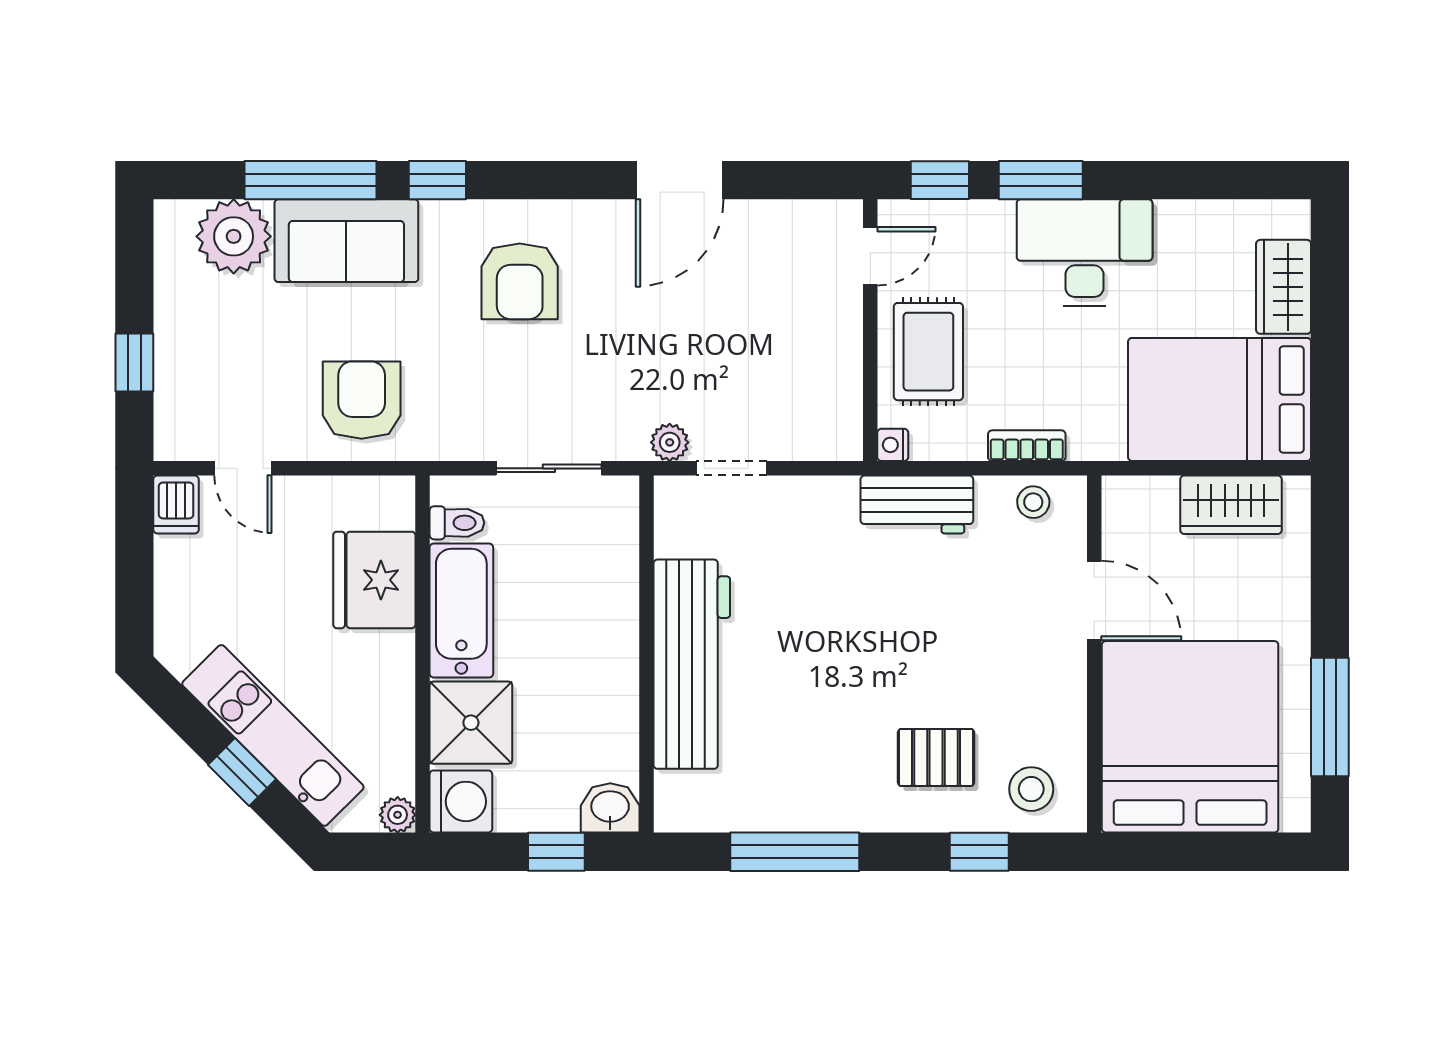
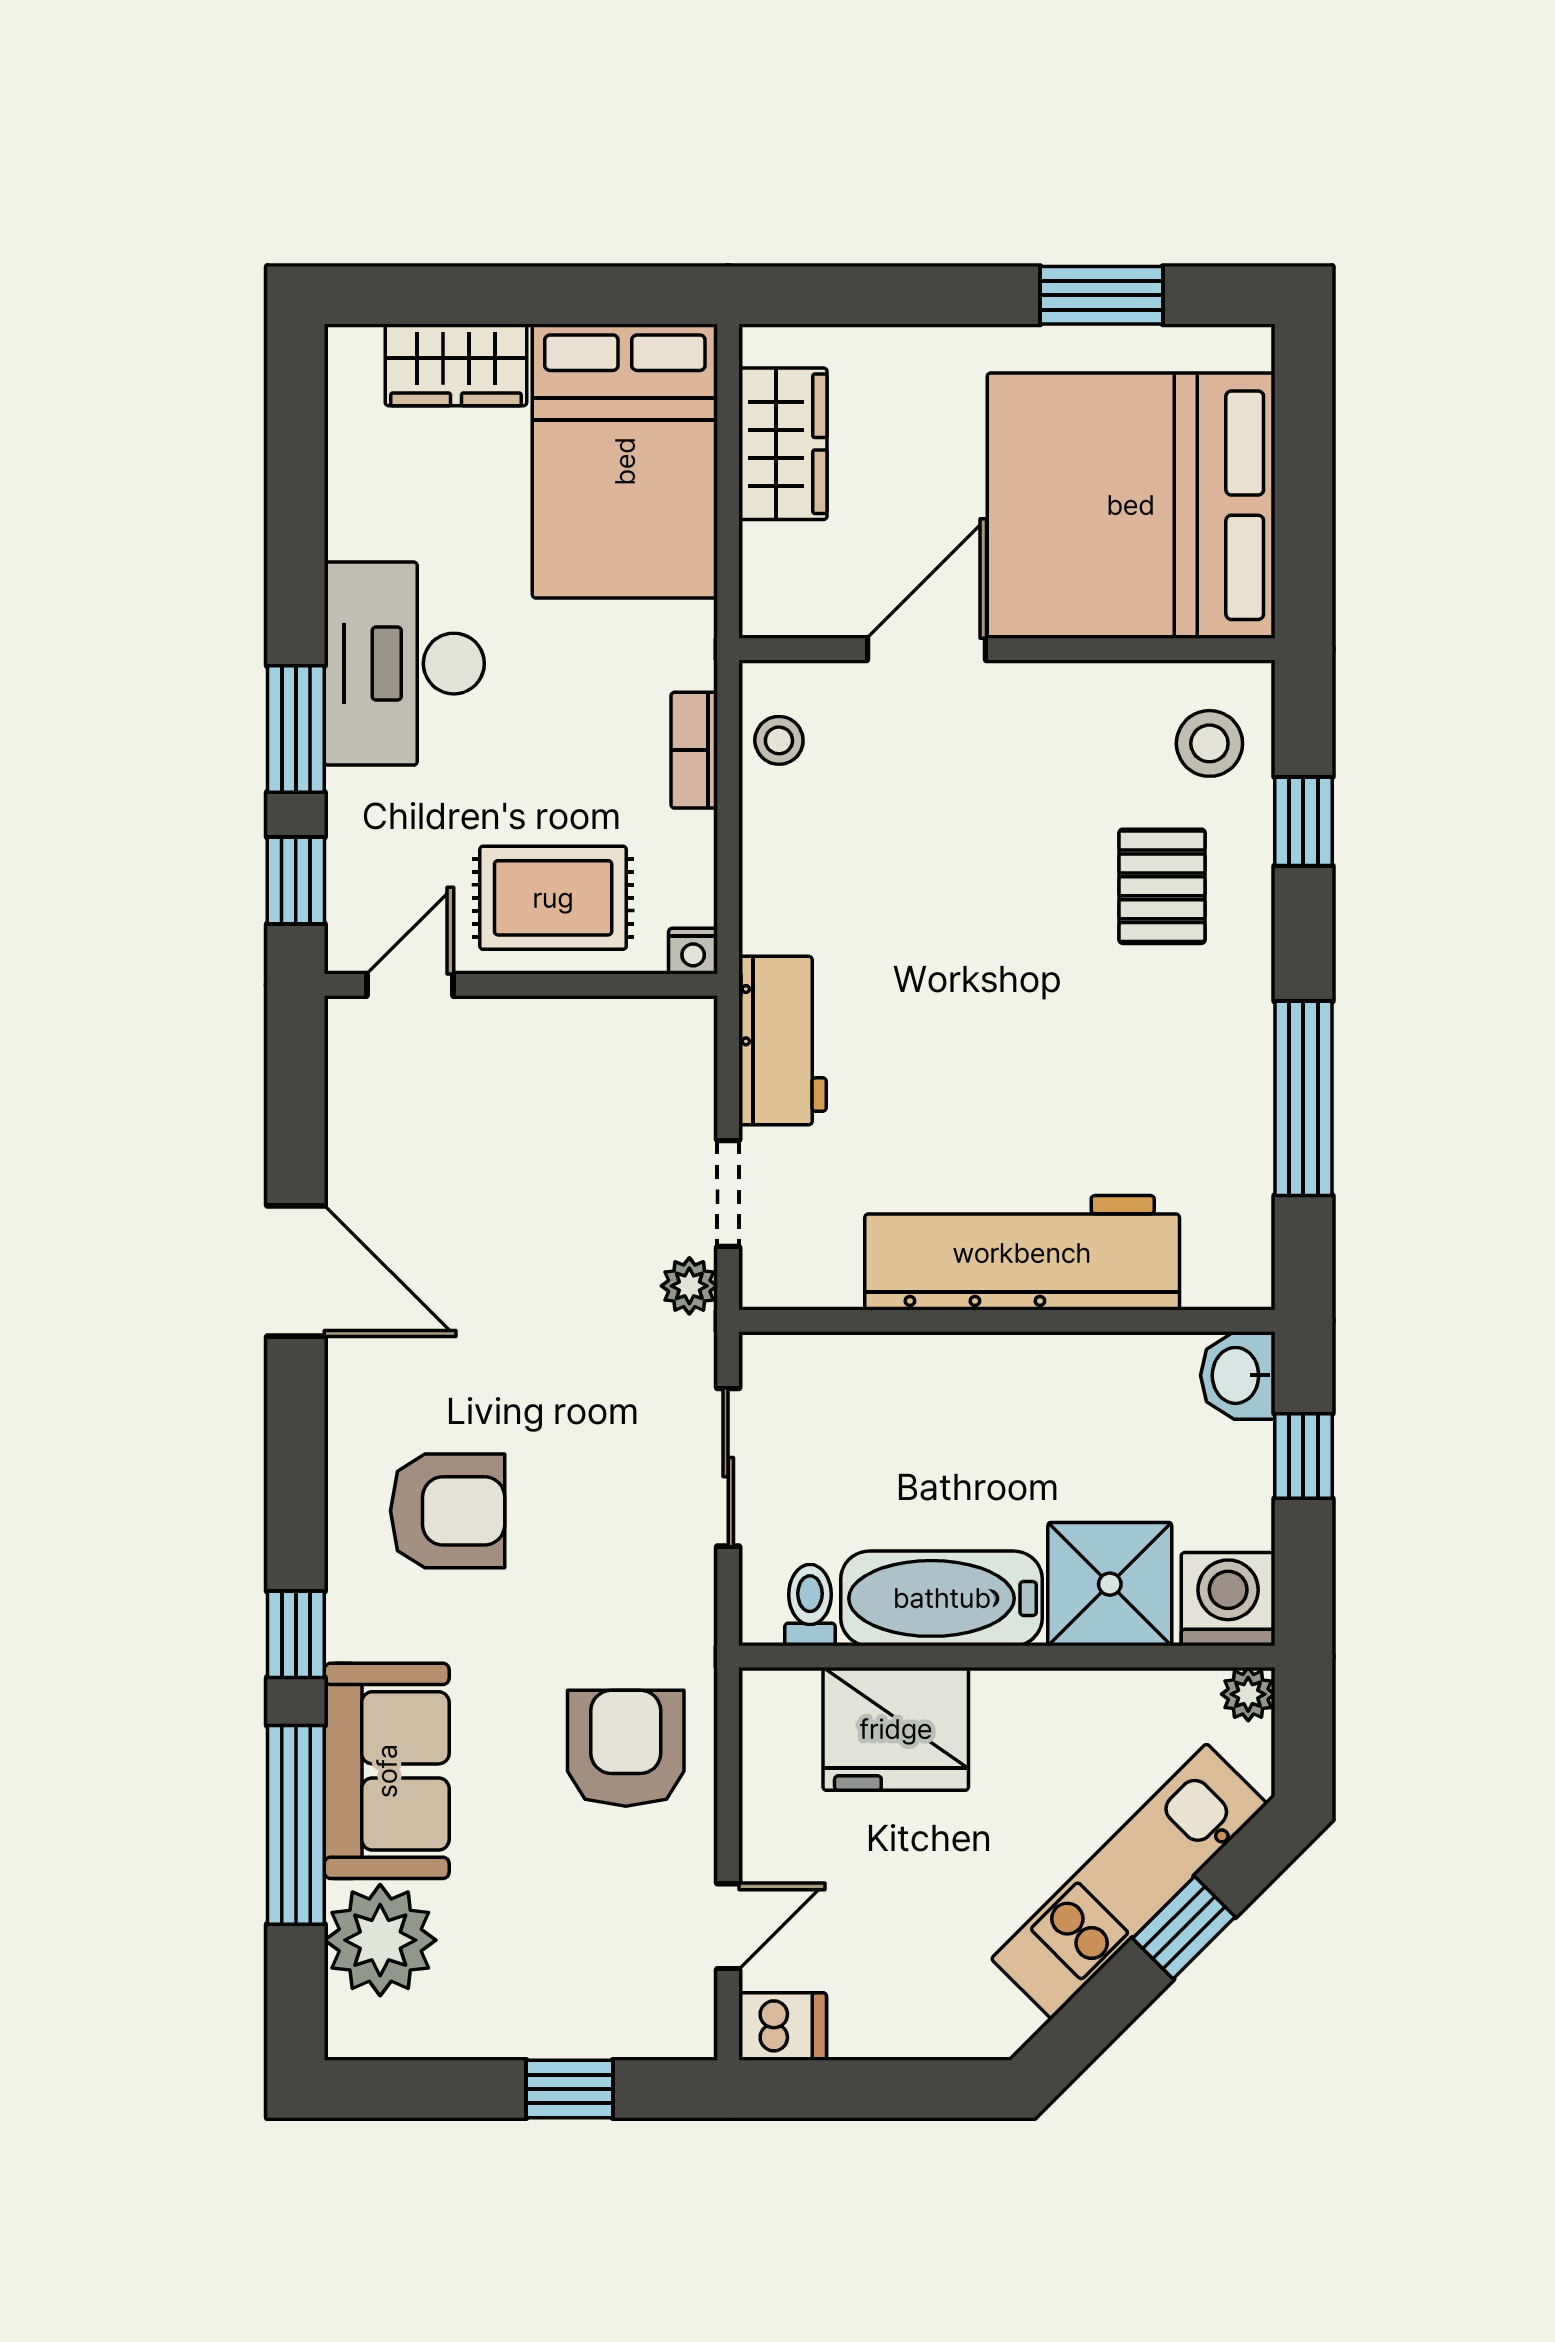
door: (870, 256) -> (410, 985), hinge flipped
armchair: (362, 400) -> (626, 1748), turned 90
workbench: (917, 504) -> (782, 1040), moved
window: (1330, 717) -> (1101, 295), width x0.69

